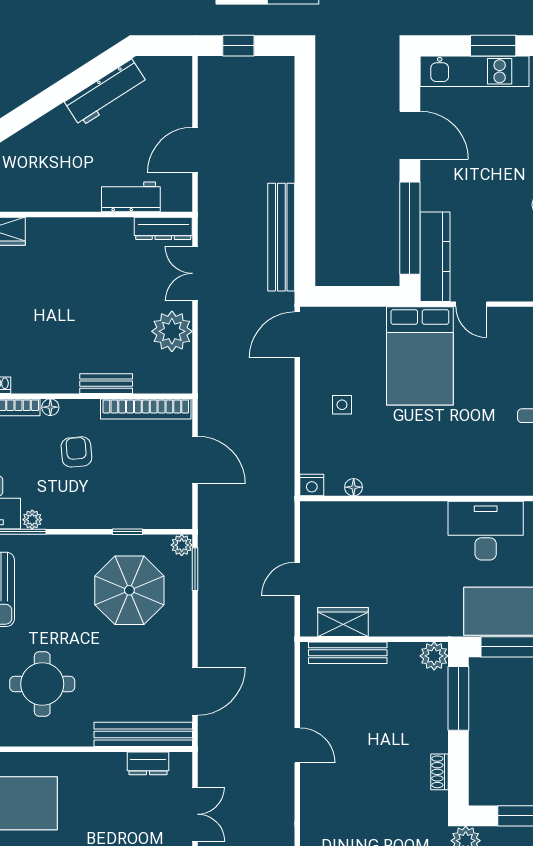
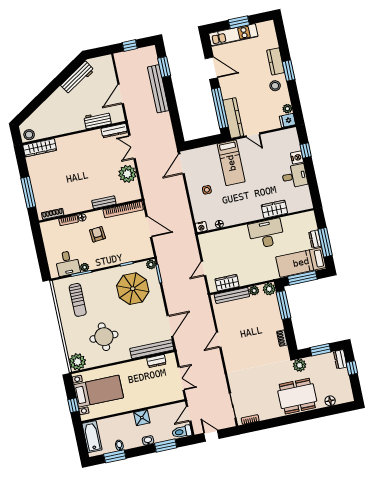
window: (305, 110) -> (164, 67), added
bench: (281, 237) -> (158, 89), moved
bed: (420, 356) -> (231, 163), width x0.67
wardrobe: (484, 480) -> (274, 209), added
desk: (486, 531) -> (266, 234), moved
plant: (400, 652) -> (254, 291), added
door: (297, 745) -> (219, 340), swing flipped

